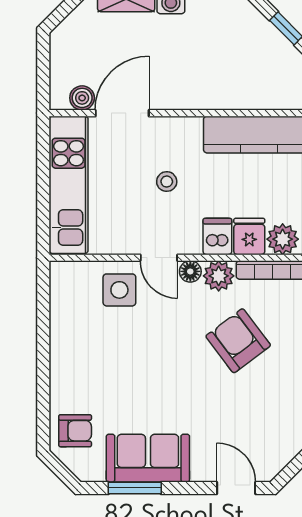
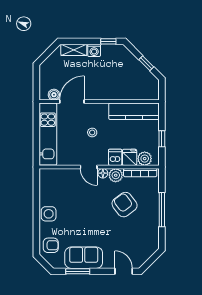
side table: (119, 290) -> (49, 214), moved

